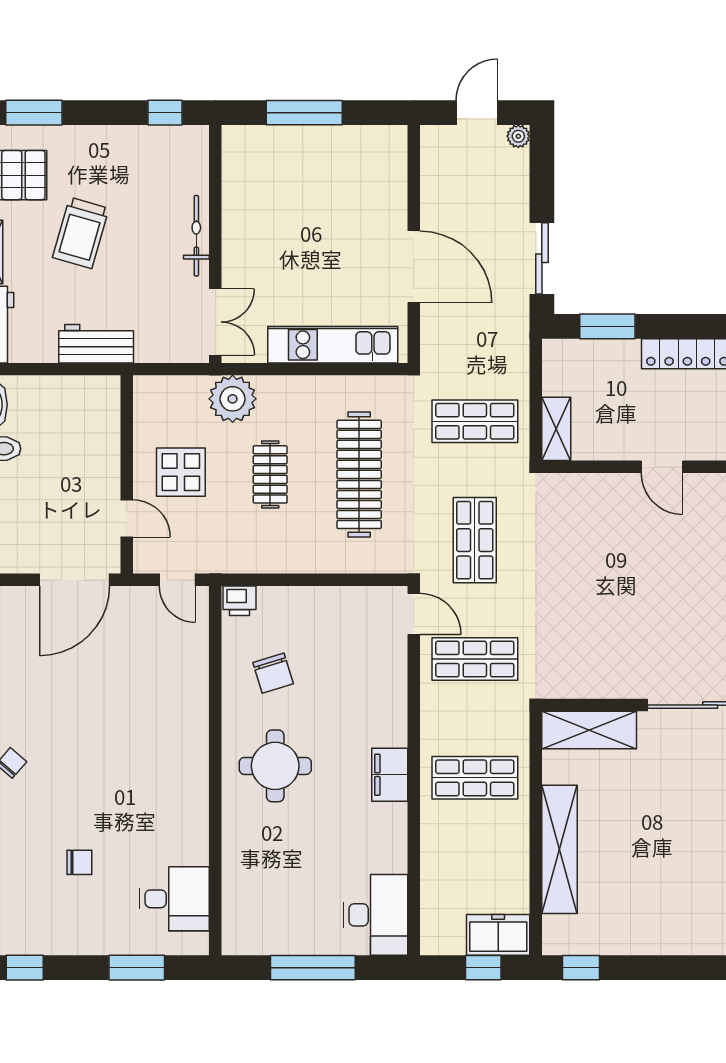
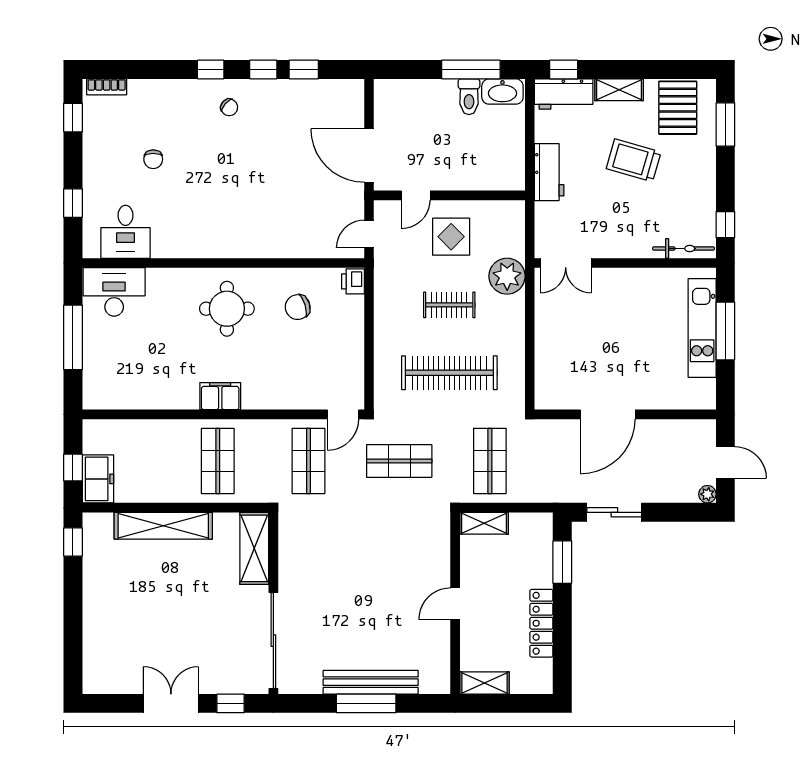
bicycle: (196, 236) -> (683, 249), moved
kitchen unit: (333, 345) -> (702, 328), moved, turned 180
desk: (376, 915) -> (114, 292), moved, turned 180
window: (137, 968) -> (73, 203), width x0.67

